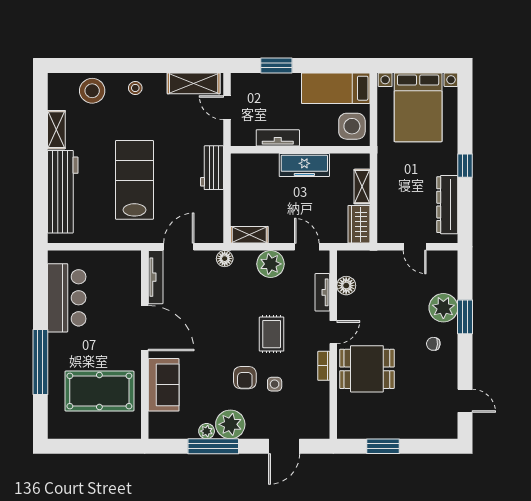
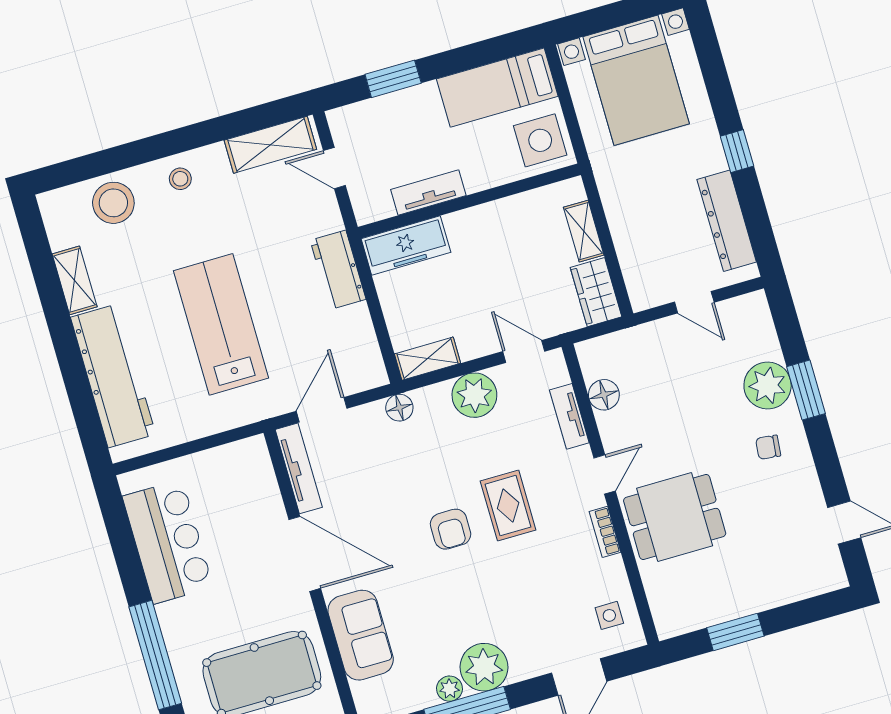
freezer: (304, 165) -> (406, 245), moved
armchair: (245, 378) -> (451, 529), moved
side table: (275, 384) -> (609, 615), moved

